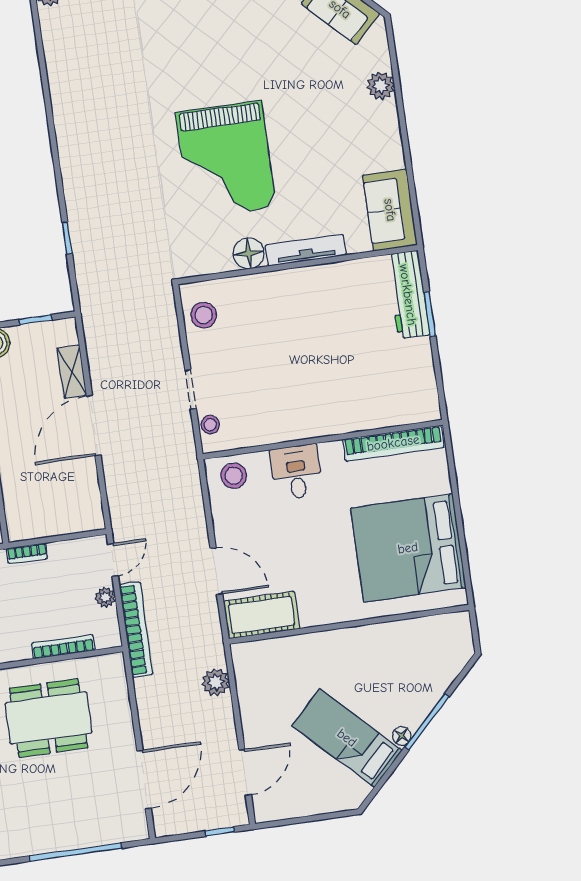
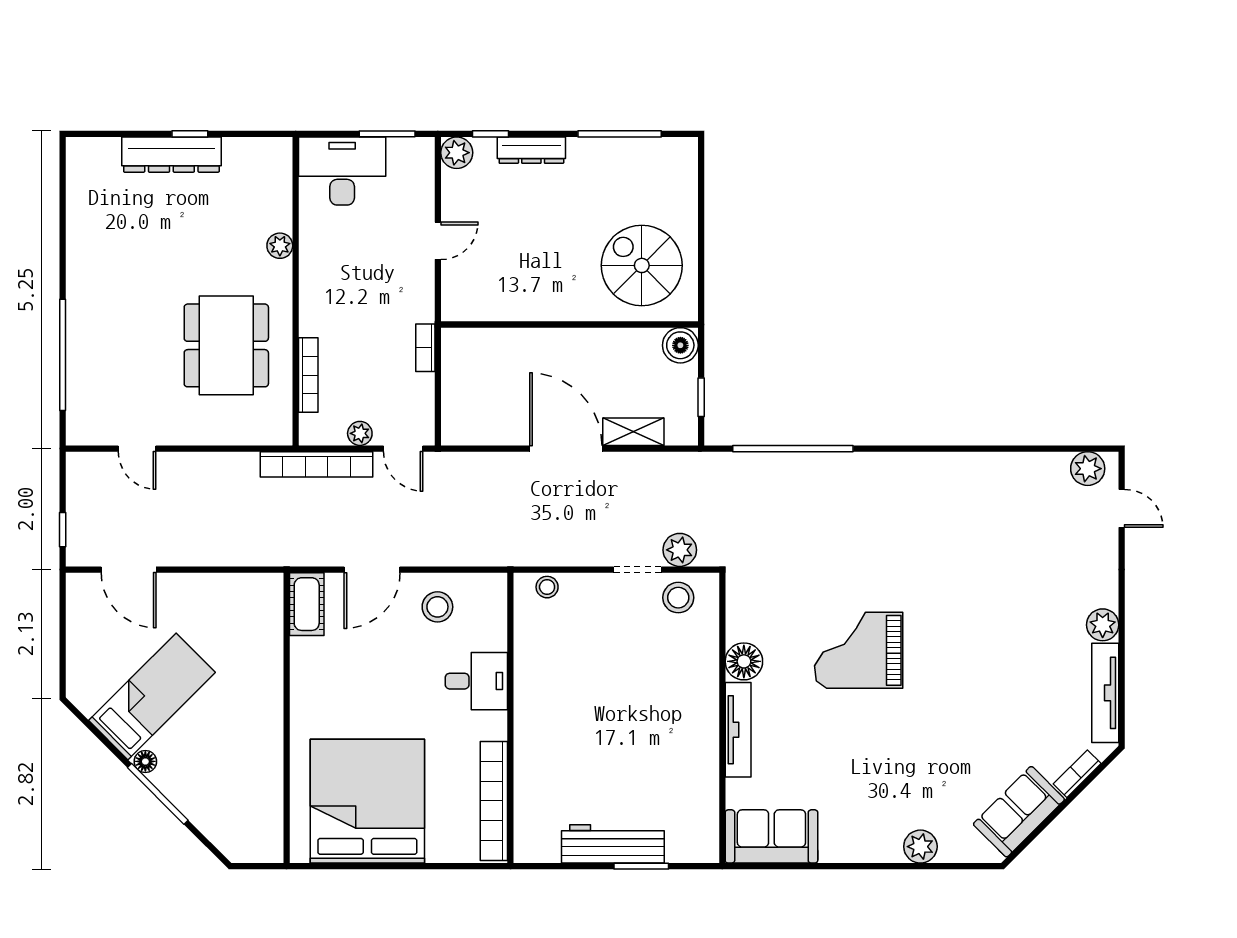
grand piano: (226, 160) -> (859, 650), width x0.73, depth x0.68
window: (67, 238) -> (793, 449), width x3.17
workbench: (408, 295) -> (613, 844), moved
doorway: (191, 389) -> (638, 570), moved
stool: (234, 476) -> (437, 607), moved
cot: (262, 615) -> (307, 604), width x0.73, depth x0.75
plant: (216, 682) -> (680, 550), moved
door: (144, 780) -> (137, 449), width x0.53

